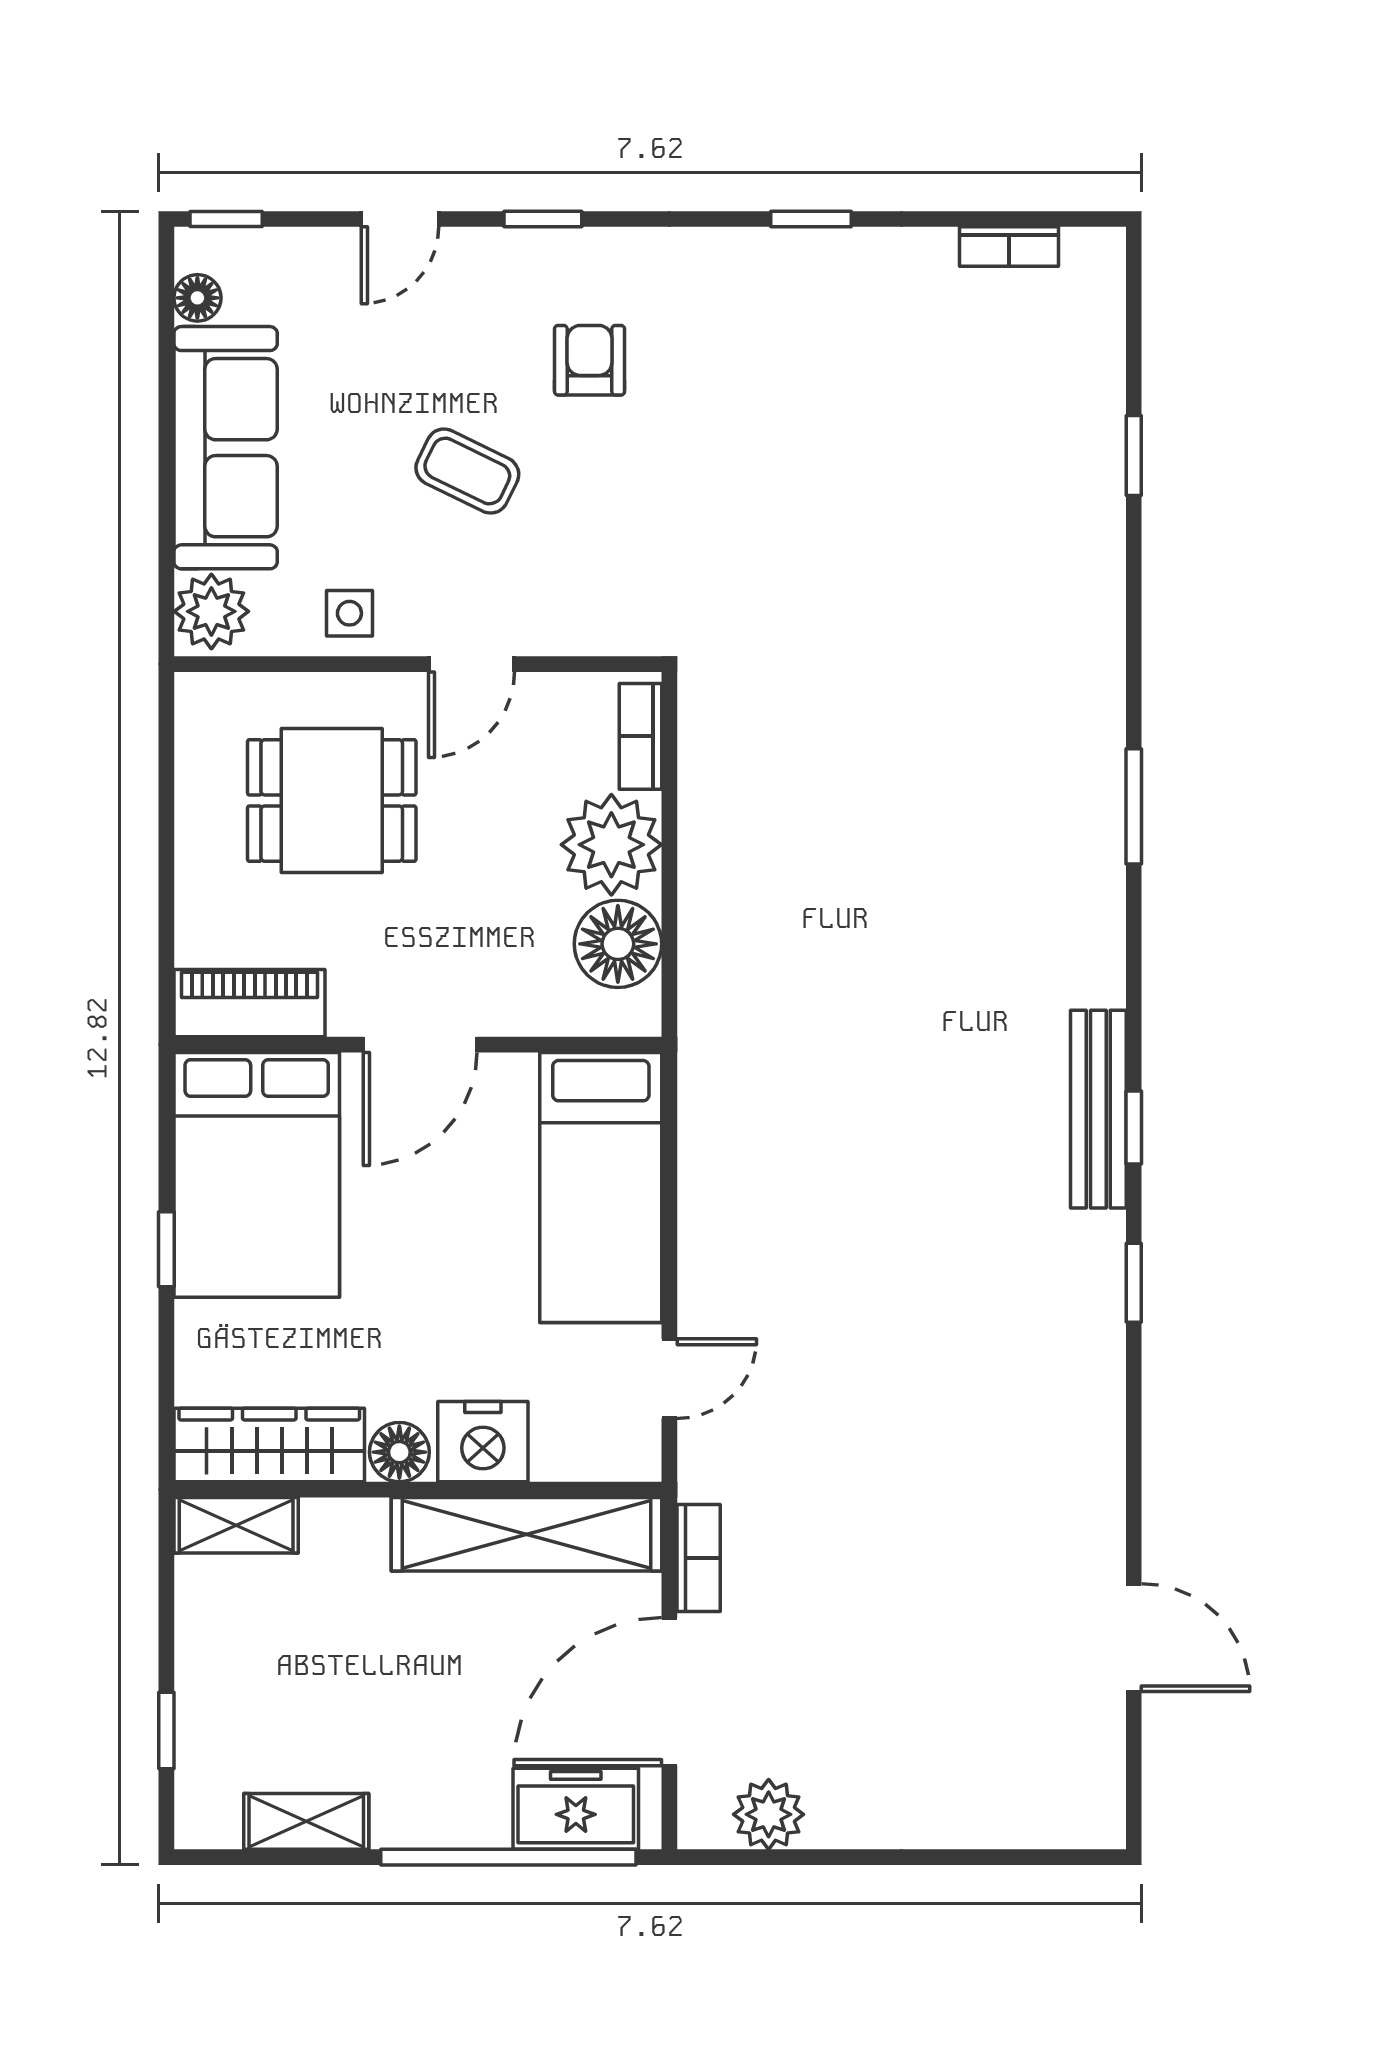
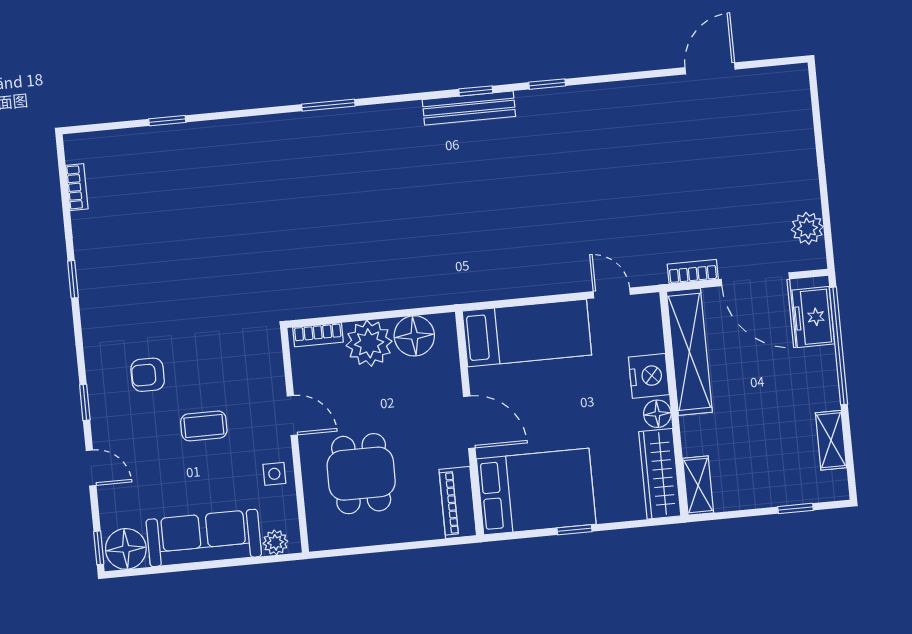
floor lamp: (197, 298) -> (126, 549), width x1.89, depth x1.89
coffee table: (467, 471) -> (204, 426), turned 64
plant: (211, 611) -> (275, 542), width x0.73, depth x0.73

